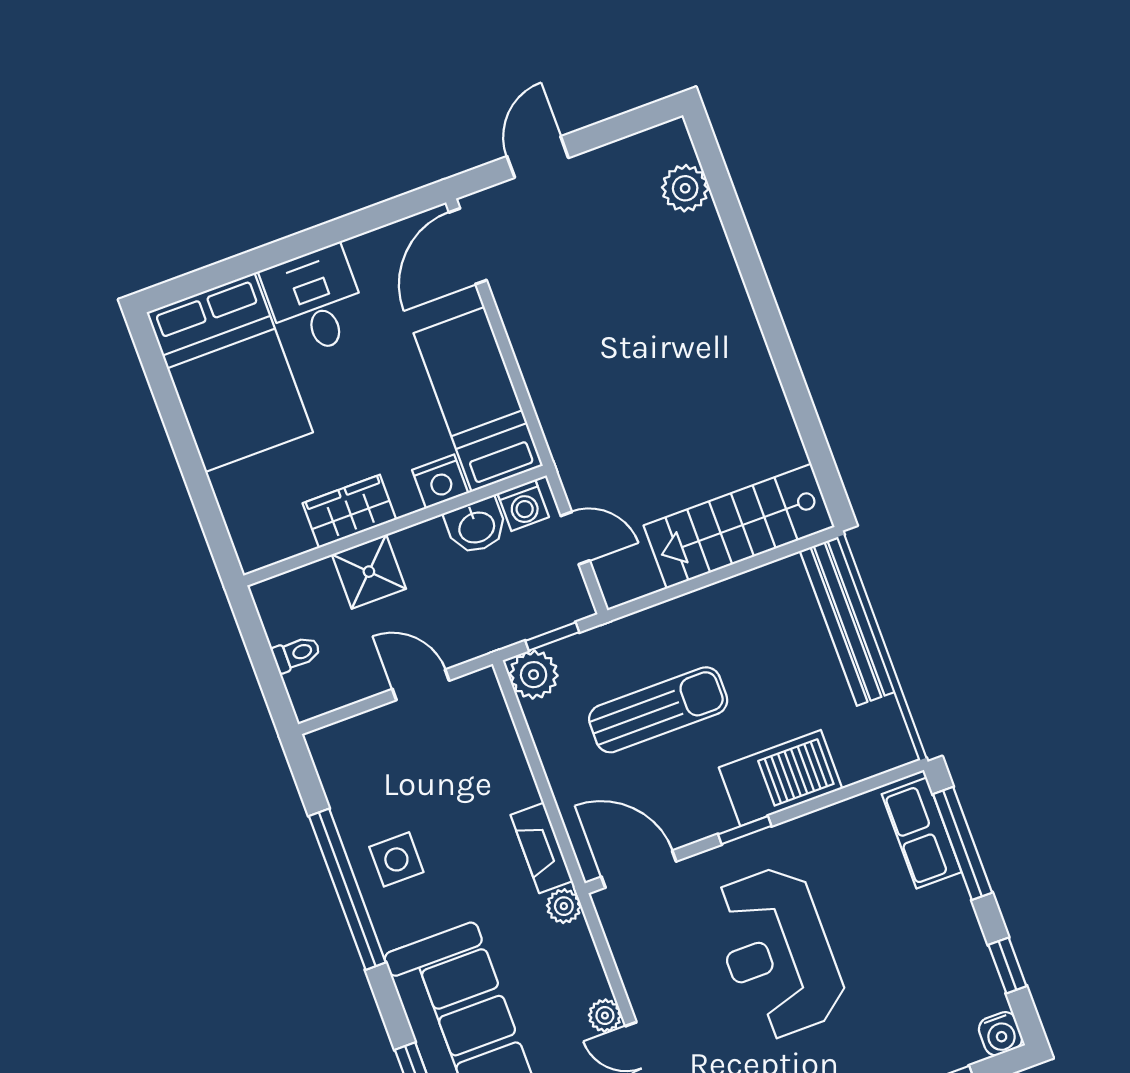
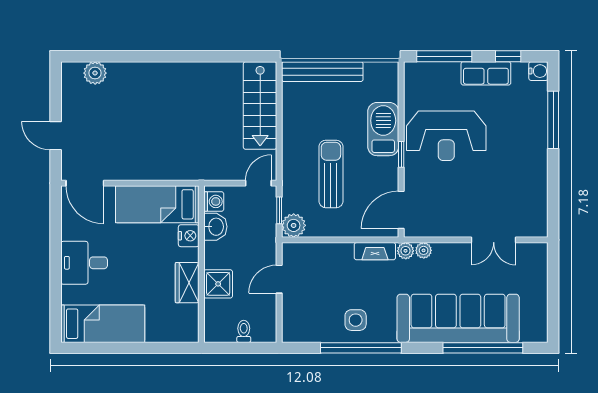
bed: (230, 372) -> (103, 324), width x0.67
door: (575, 538) -> (258, 183), moved
row of seats: (922, 833) -> (486, 73), moved
reception desk: (777, 952) -> (446, 136), moved
plant: (605, 1016) -> (424, 250), moved

